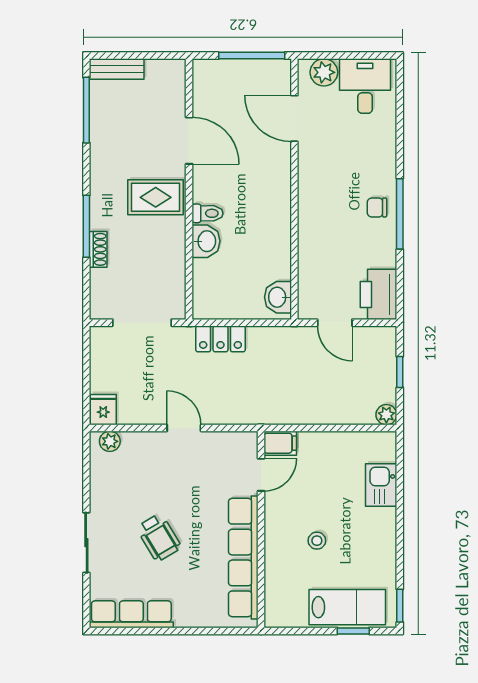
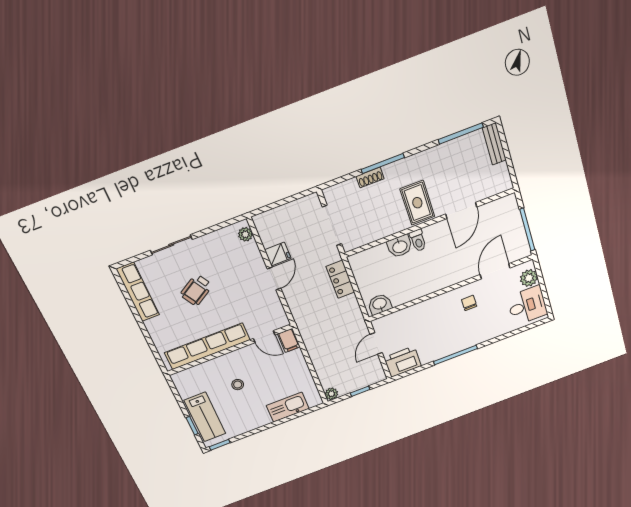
chair: (377, 207) -> (469, 303), moved
fridge: (103, 410) -> (278, 254), moved
kitchen sink: (381, 485) -> (288, 407), width x1.38

